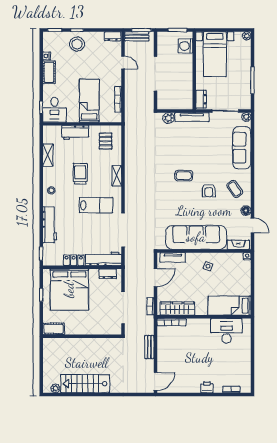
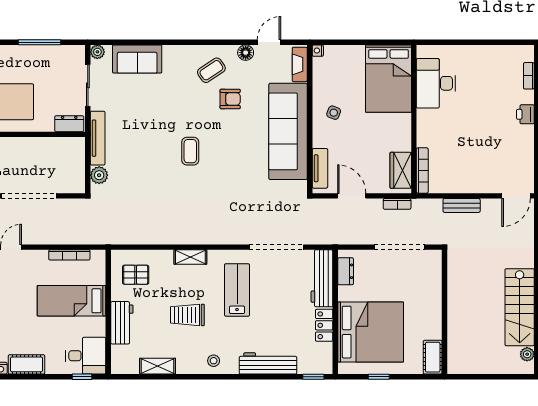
sofa: (242, 148) -> (137, 59), width x0.73
armchair: (209, 190) -> (230, 99), moved
bed: (230, 306) -> (388, 79), width x1.50
wardrobe: (177, 309) -> (401, 170), width x0.67
door: (155, 381) -> (516, 196), swing flipped

